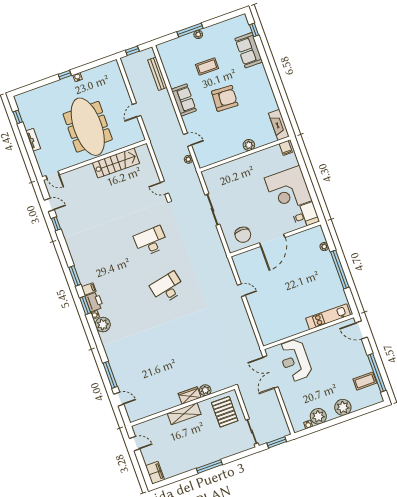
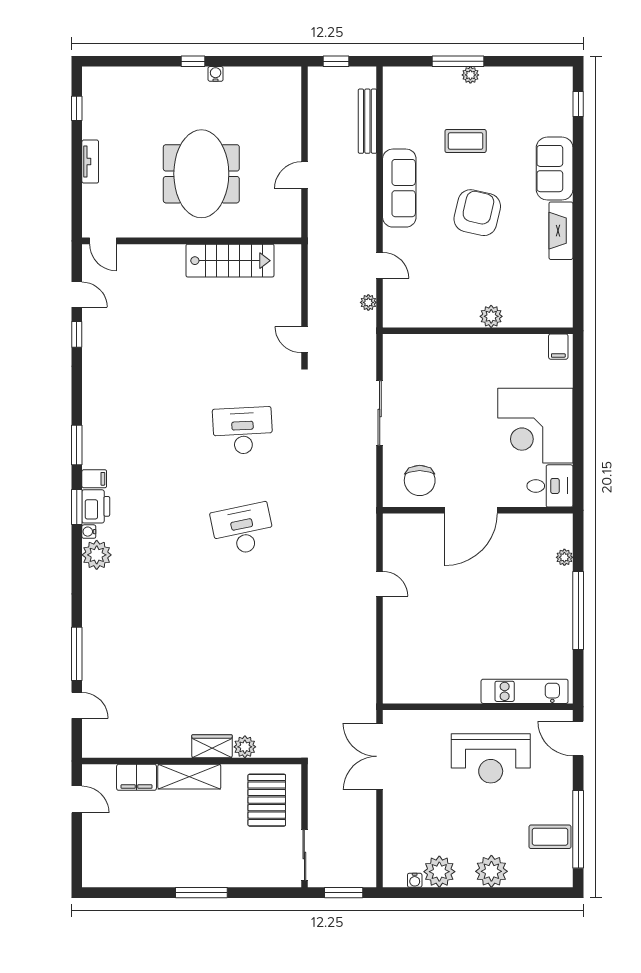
sofa: (249, 50) -> (555, 169), moved
armchair: (225, 98) -> (477, 213), turned -80
sofa: (184, 100) -> (399, 188), width x1.36
fireplace: (279, 125) -> (561, 231), moved
meeting table: (88, 127) -> (201, 174), width x0.73
reception desk: (295, 360) -> (491, 758), moved, turned -90
filing cabinet: (155, 473) -> (137, 777), moved, turned 90

